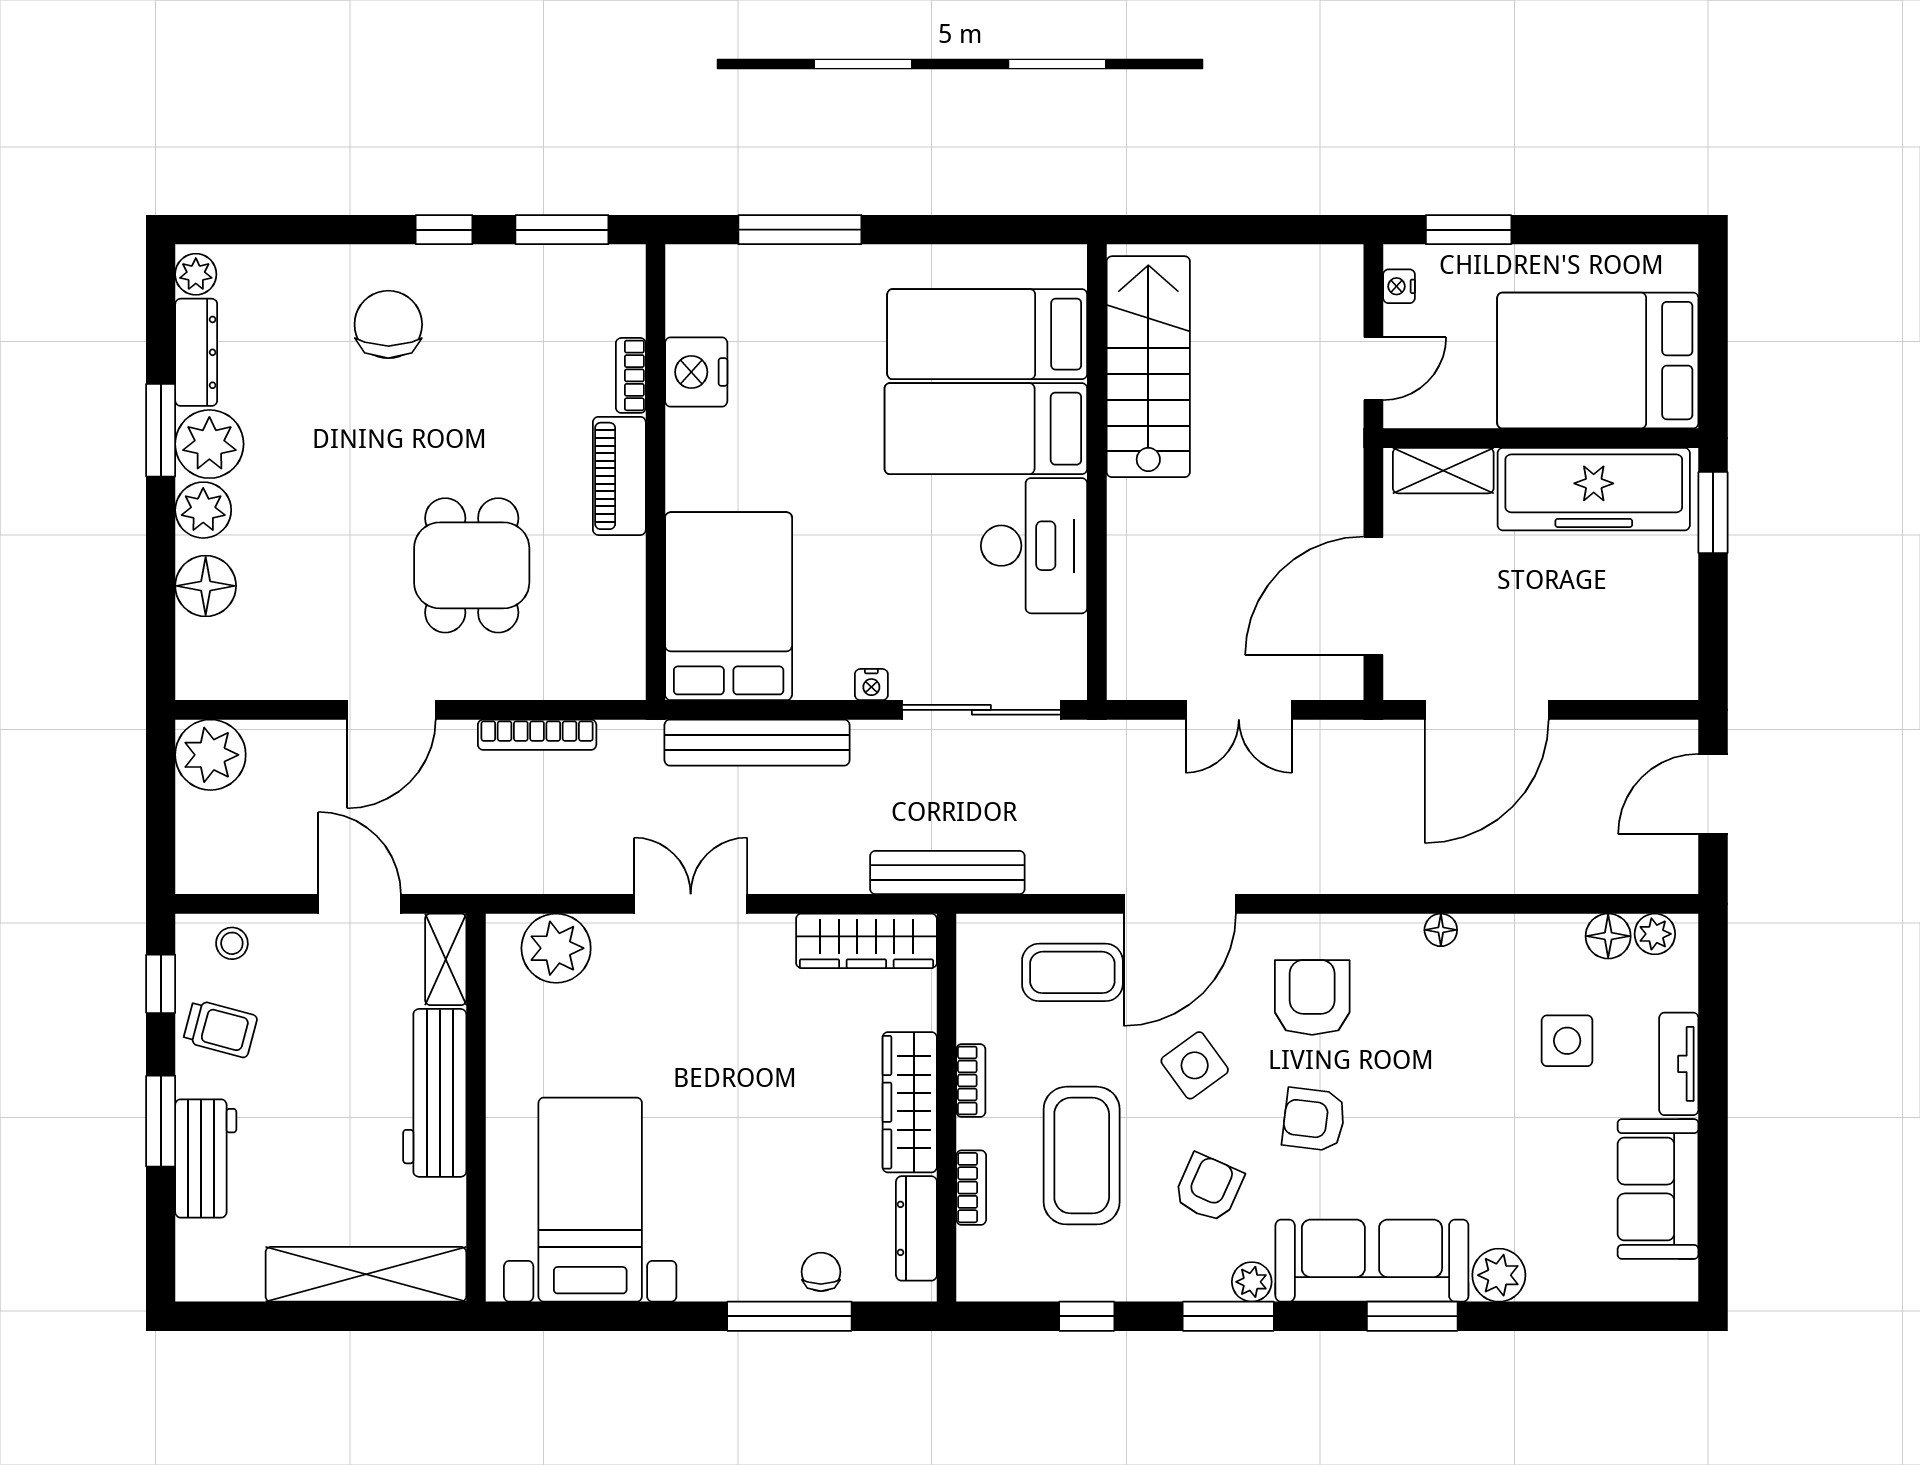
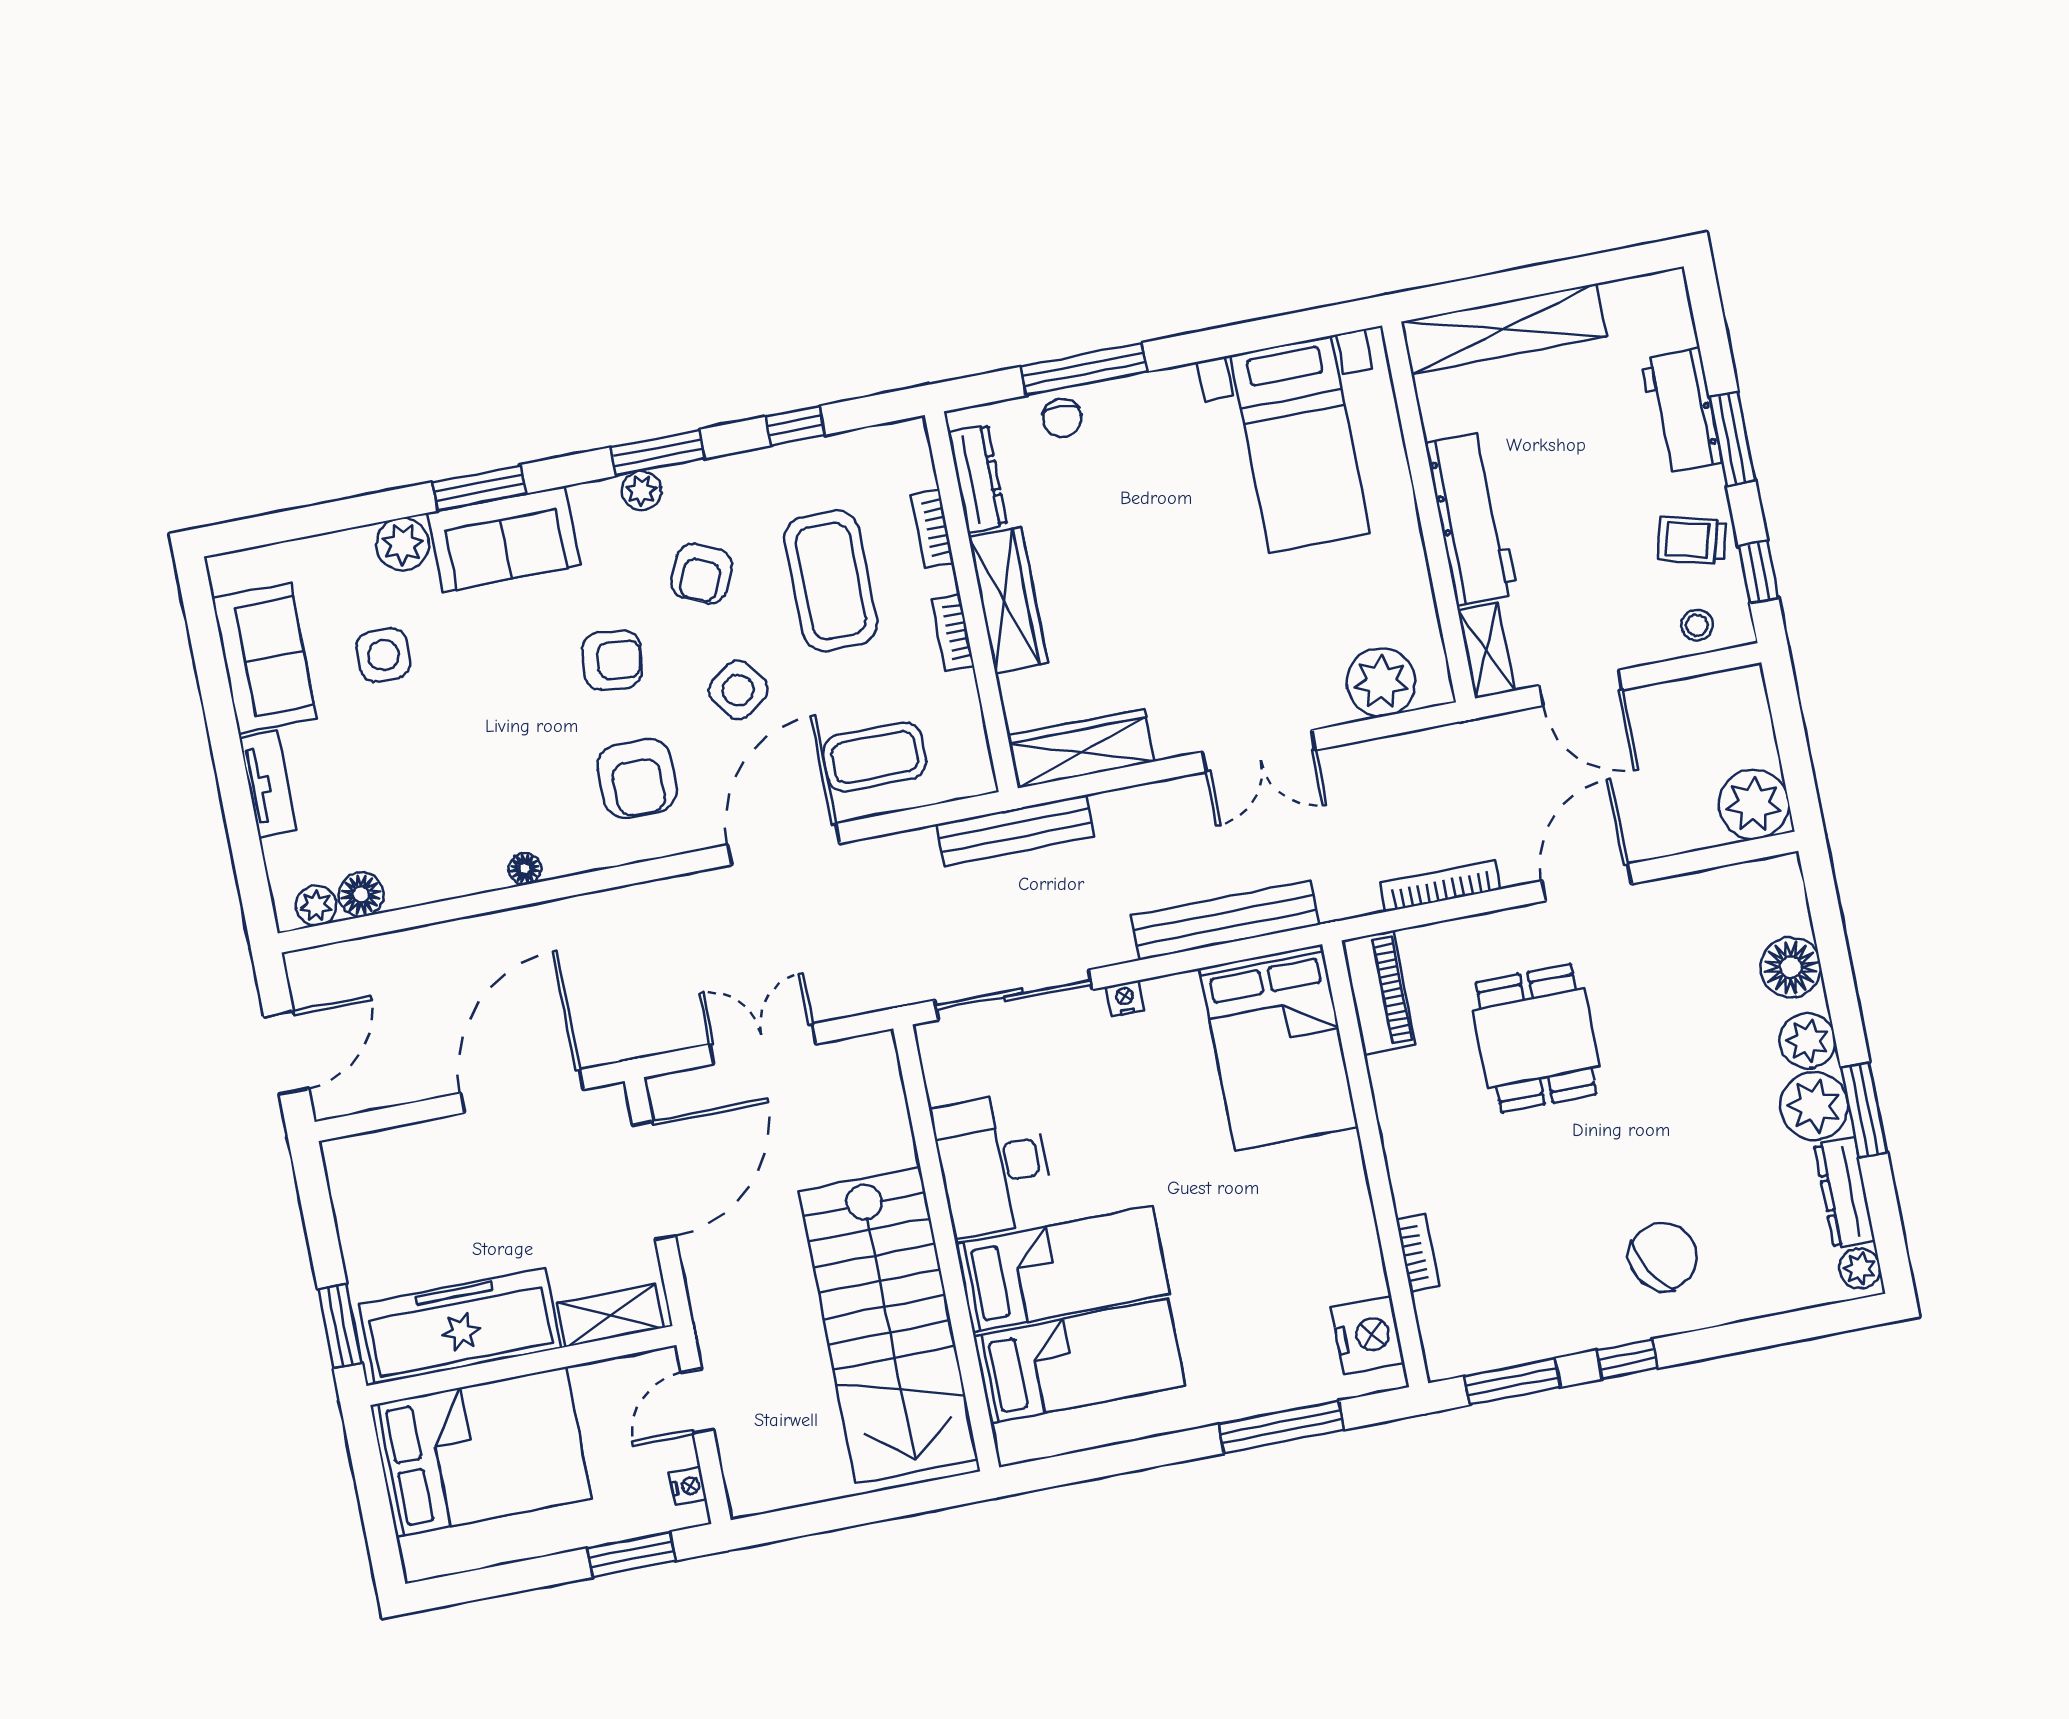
chair: (388, 324) -> (1663, 1256), turned -121
stairs: (1148, 367) -> (888, 1325), width x1.36, depth x1.51
nightstand: (696, 372) -> (1368, 1335), moved
piano: (619, 476) -> (1378, 993), moved
side table: (1567, 1041) -> (383, 655), moved
sofa: (1372, 1261) -> (504, 539), width x0.73

